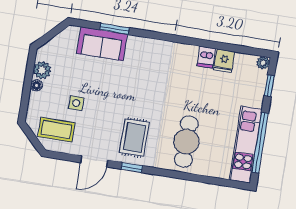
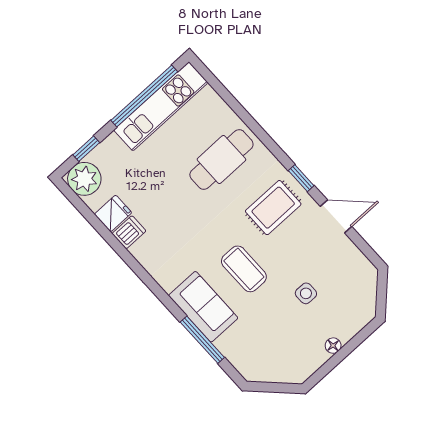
window: (115, 29) -> (202, 340), width x1.44
sofa: (102, 44) -> (203, 307), moved
plant: (263, 63) -> (84, 179), width x1.87, depth x1.87
plant: (42, 70) -> (314, 357), removed
coffee table: (56, 130) -> (244, 269), moved

